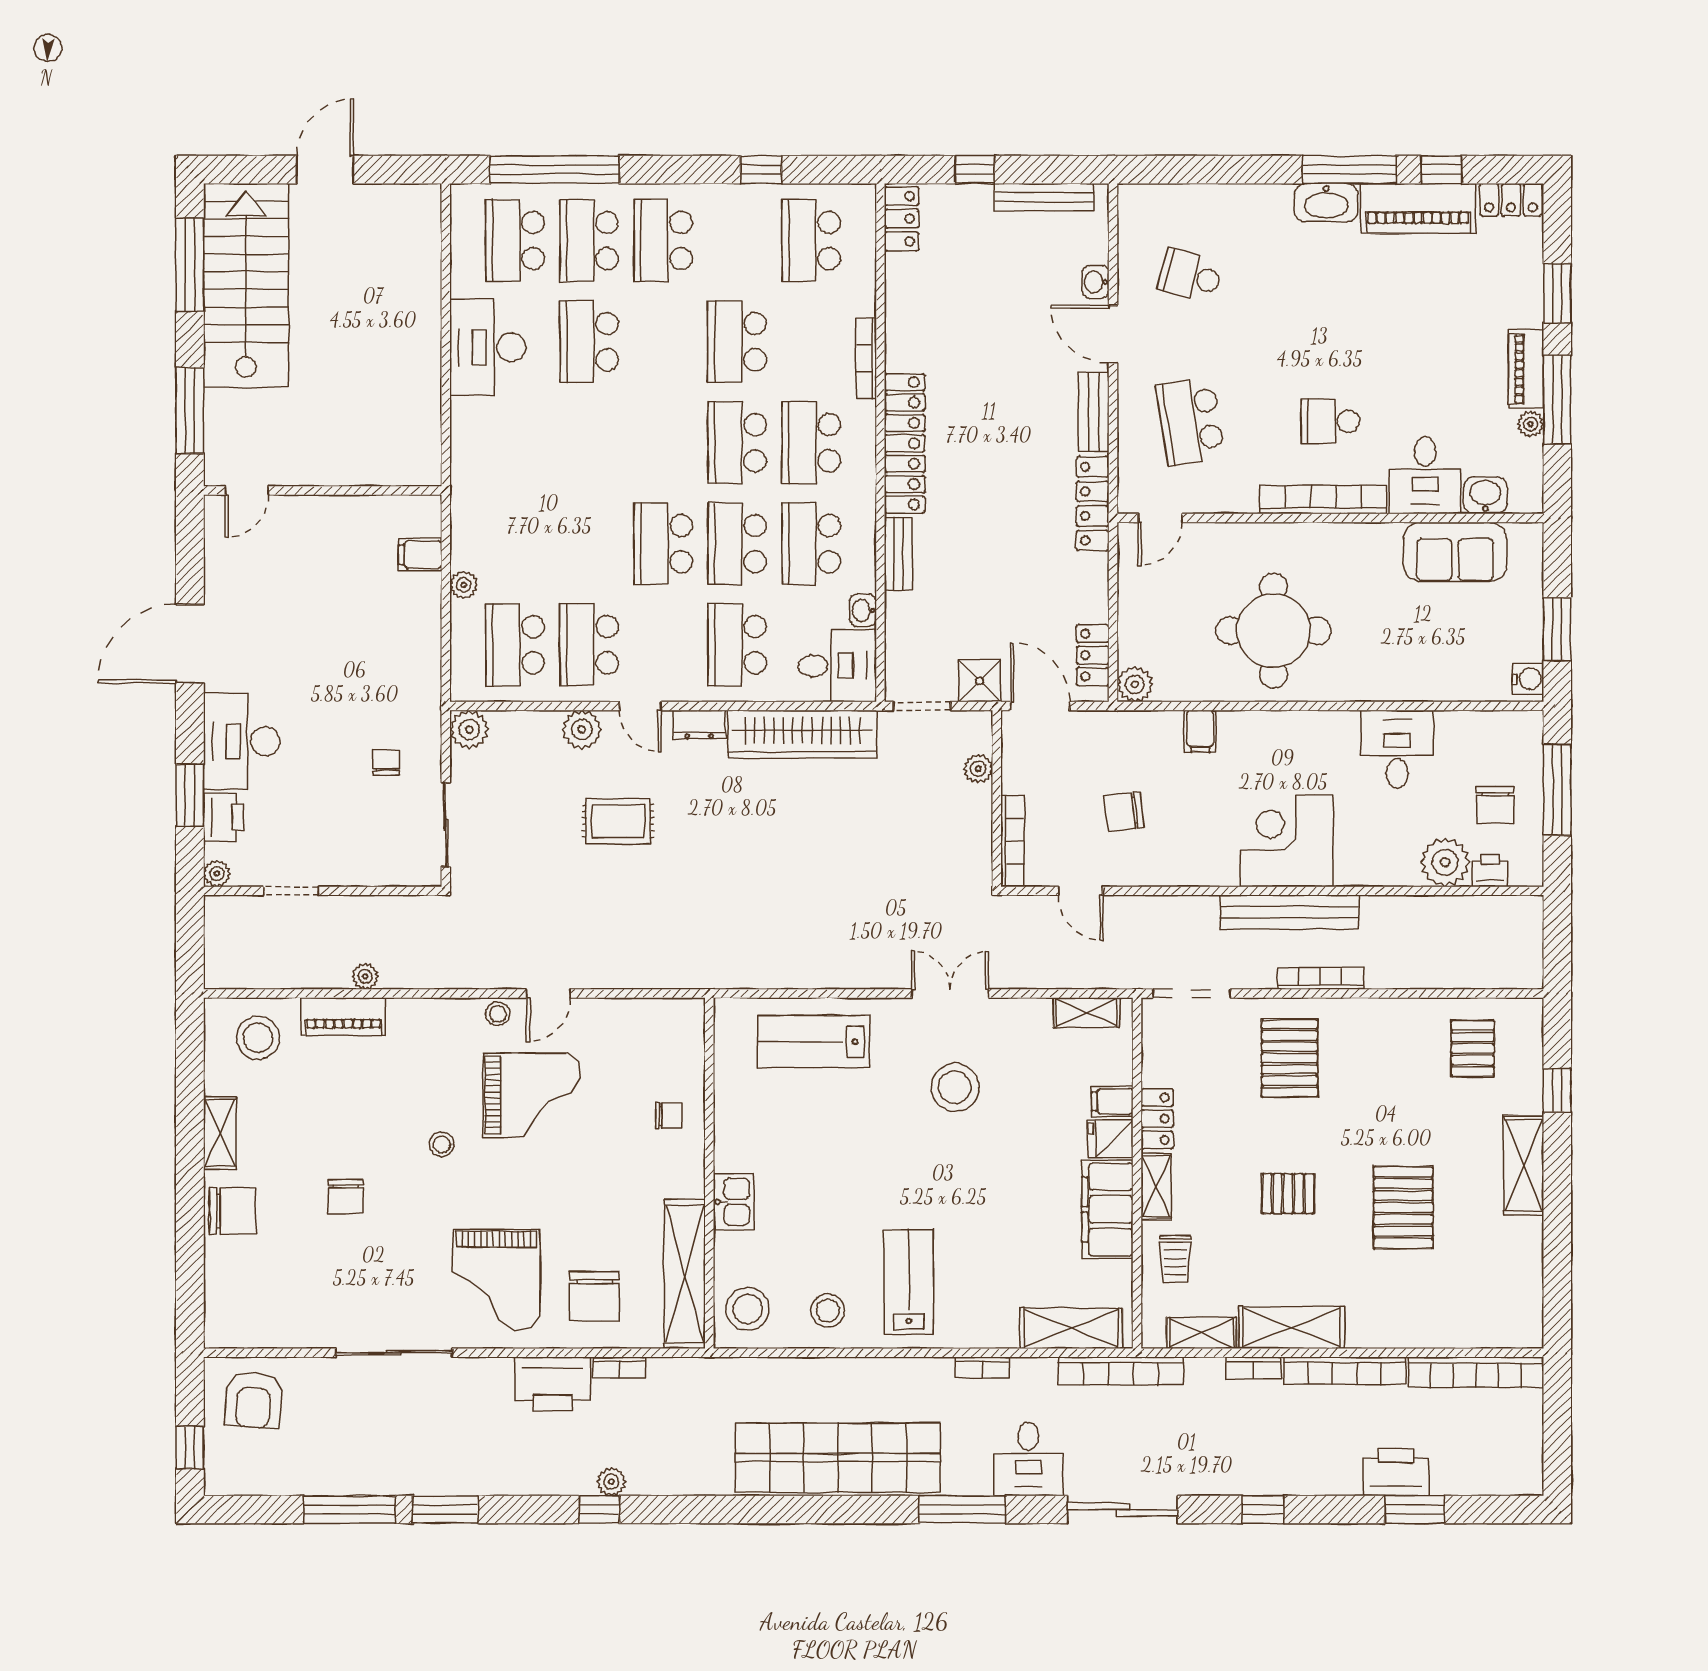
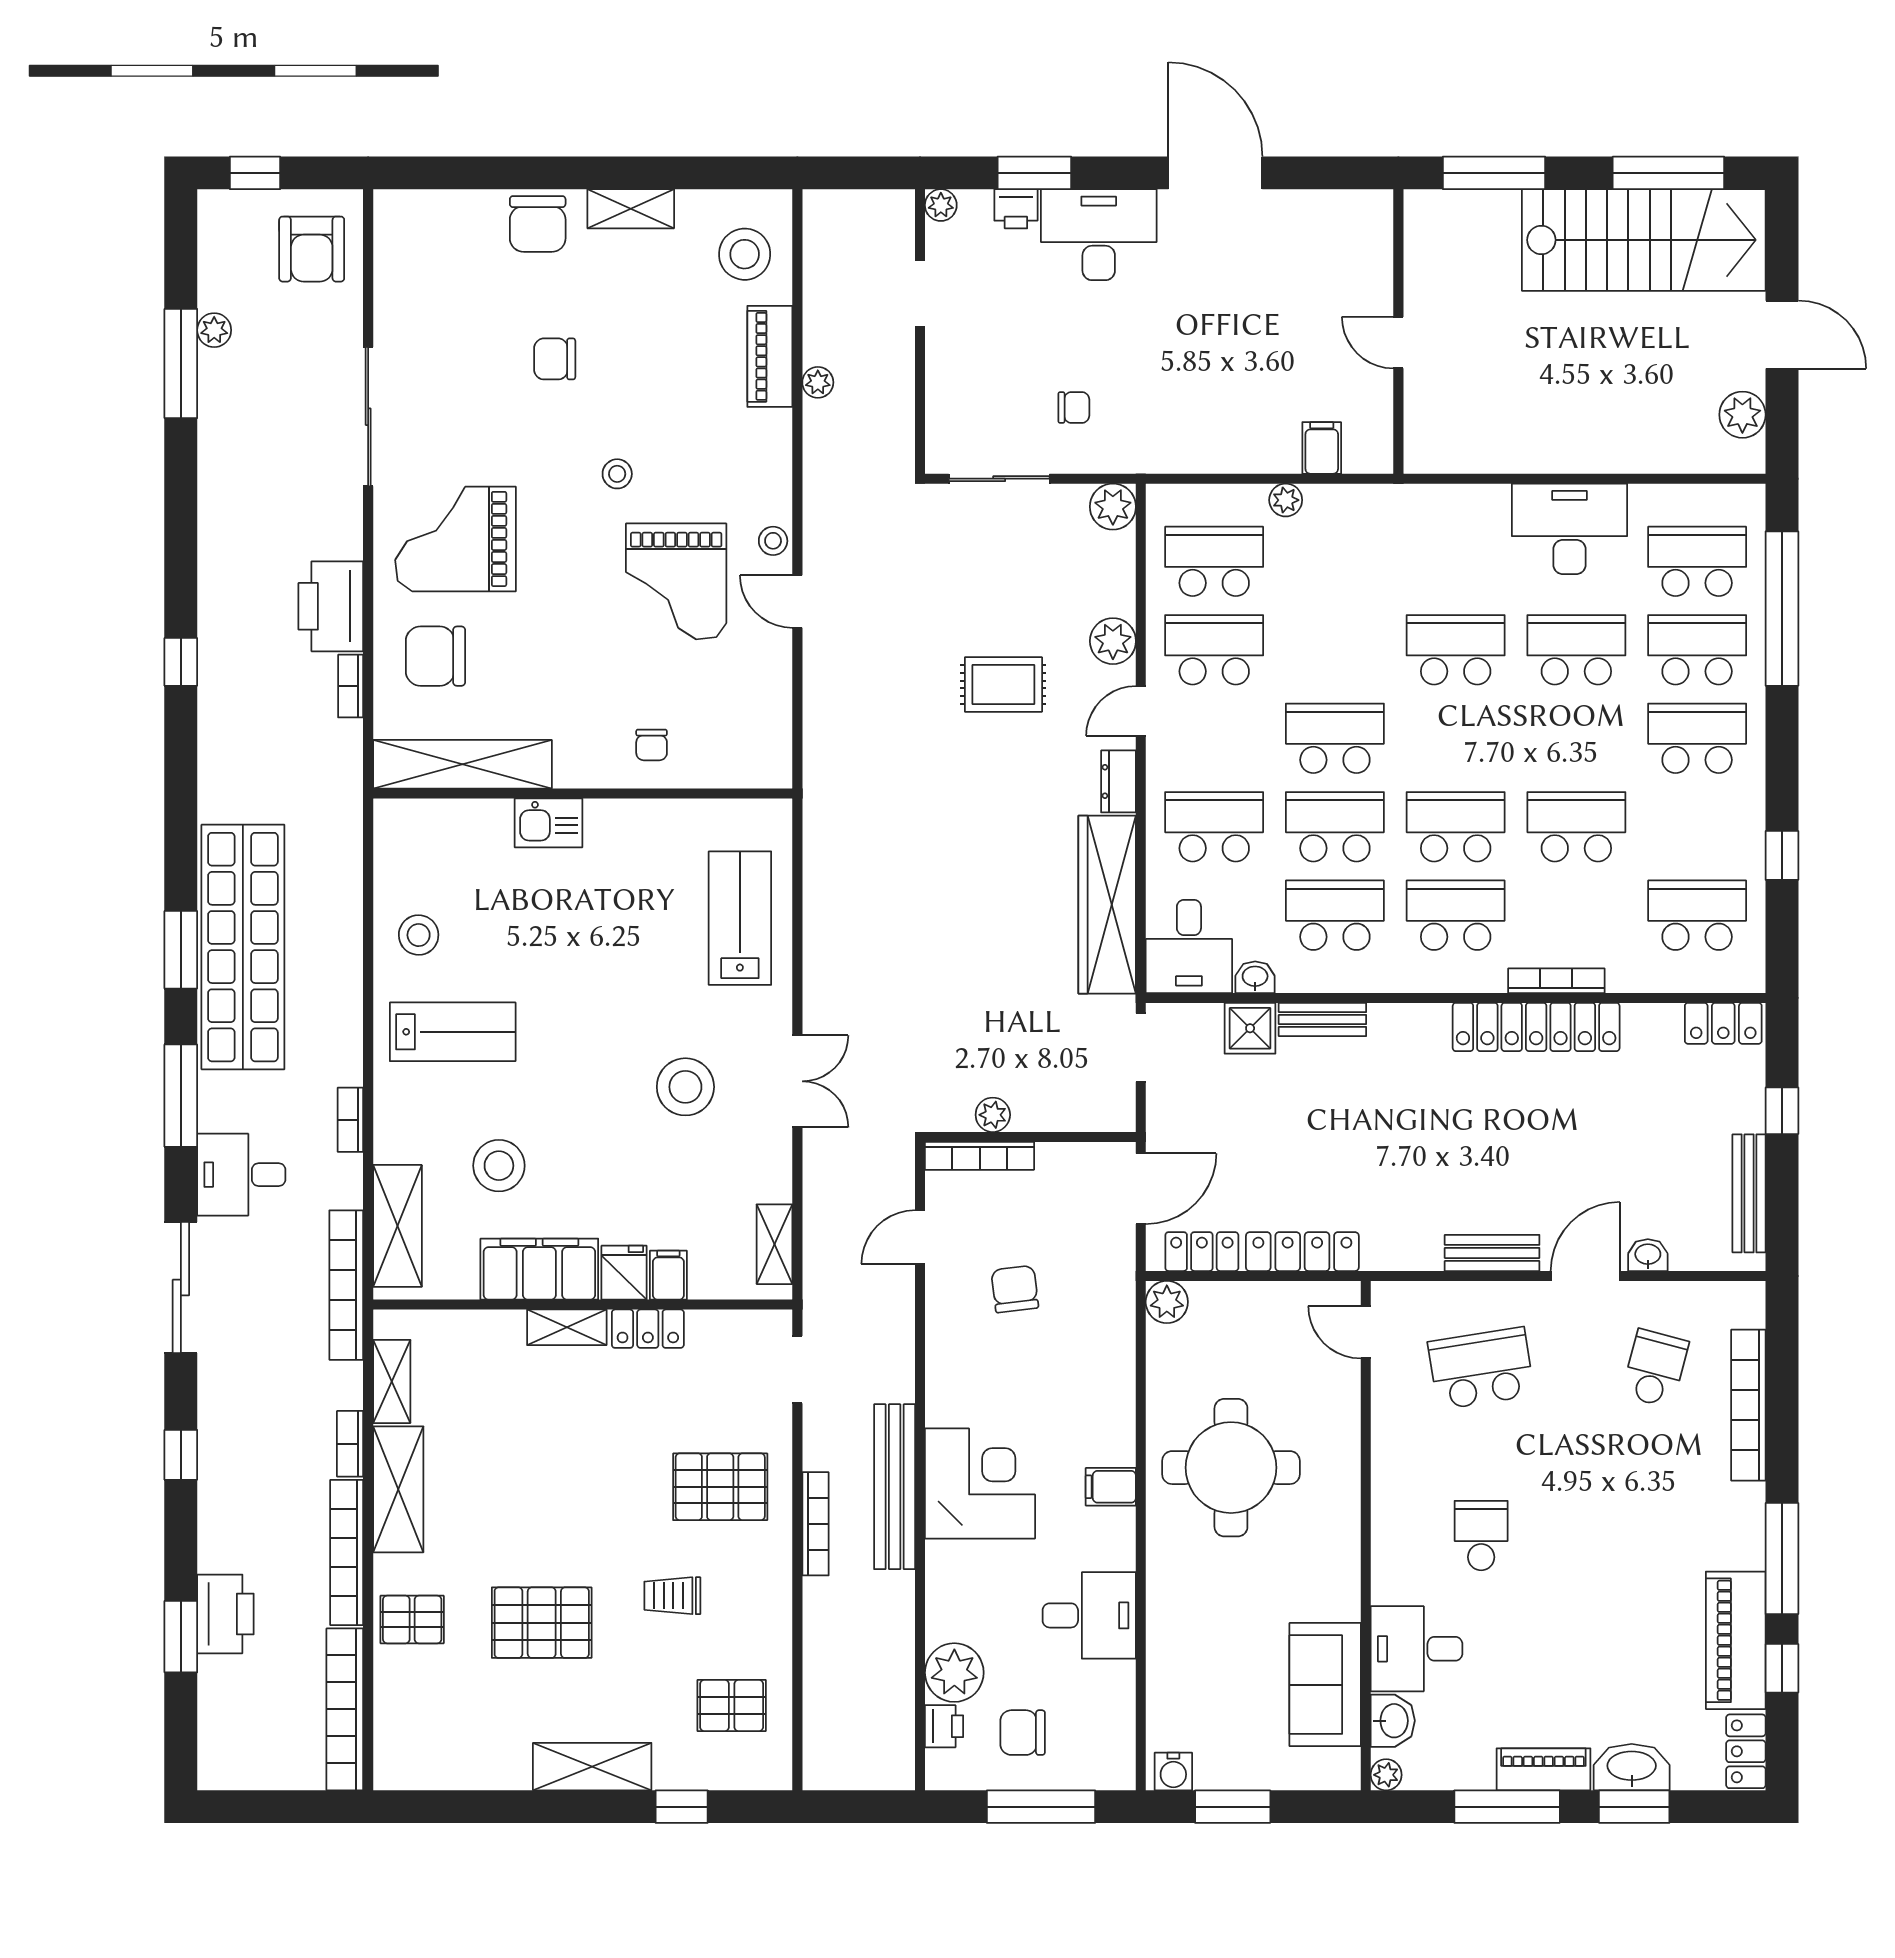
plant: (392, 203) -> (1742, 415), added
washbasin: (1326, 203) -> (1632, 1767), moved, turned 90
plant: (1531, 424) -> (1386, 1775), moved
school desk: (589, 443) -> (1456, 650), added
locker: (905, 443) -> (1536, 1027), moved
door: (247, 491) -> (1398, 343), moved
bookcase: (1323, 499) -> (1748, 1405), moved, turned 180
locker: (1093, 504) -> (1302, 1252), moved
shower: (980, 681) -> (1250, 1028), moved
filing cabinet: (1200, 731) -> (1111, 1487), moved
plant: (978, 769) -> (993, 1115), moved
printer: (224, 817) -> (1016, 209), width x0.73, depth x0.81
rug: (618, 821) -> (1003, 684), turned 90
doorway: (1191, 994) -> (797, 1370), width x0.73
pallet: (1288, 1194) -> (412, 1619), moved, turned 90
trolley: (1175, 1259) -> (672, 1596), moved
stool: (748, 1309) -> (499, 1166), moved
armchair: (254, 1400) -> (312, 249), turned -94
plant: (611, 1482) -> (214, 330), moved
window: (445, 1510) -> (181, 950), moved

